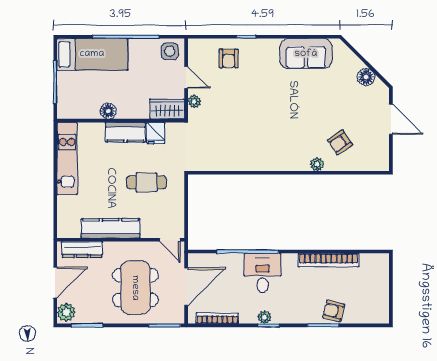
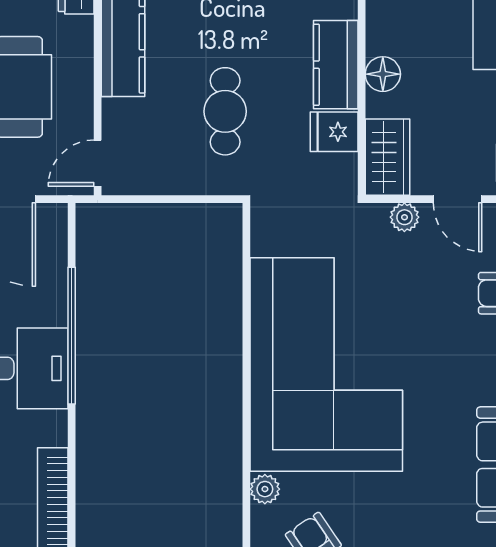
door: (186, 77) -> (458, 199), hinge flipped
floor lamp: (108, 111) -> (383, 74), moved
corner sofa: (261, 137) -> (326, 364), added

